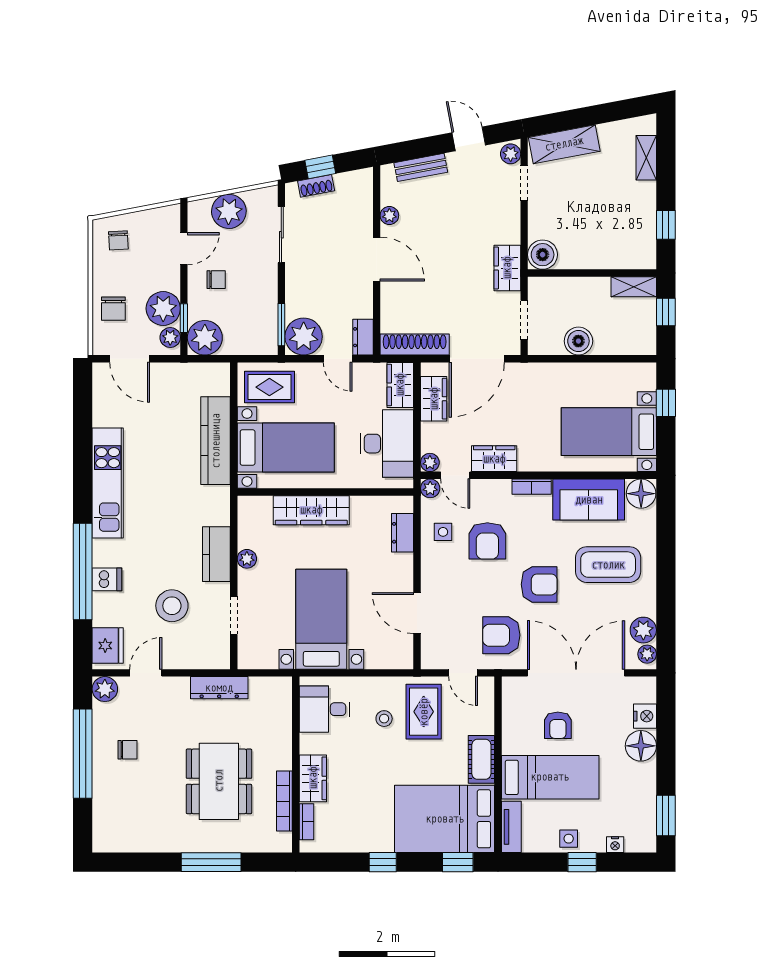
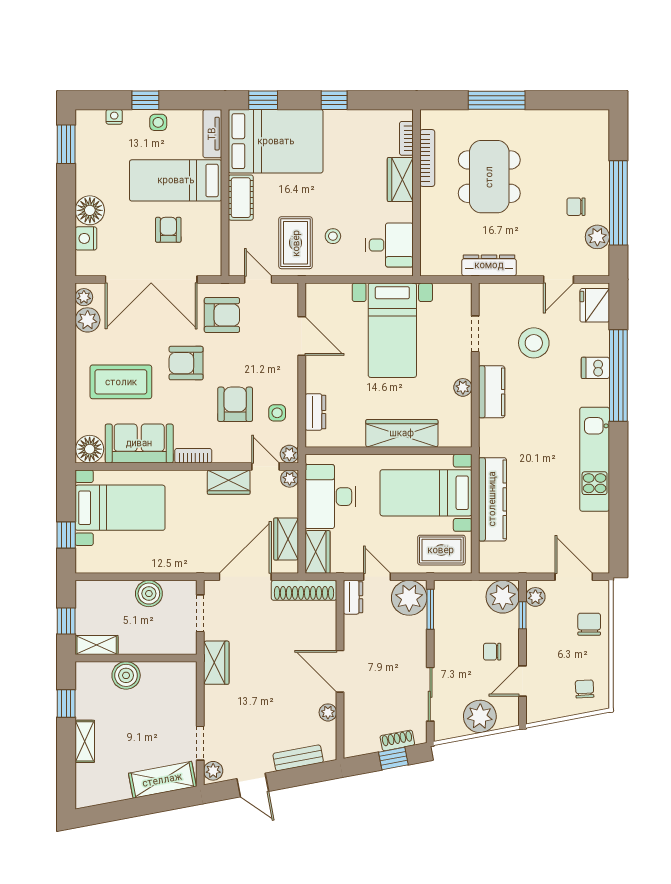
shelving: (646, 158) -> (85, 741), moved
boiler: (543, 255) -> (126, 675), moved
plant: (163, 308) -> (542, 624), removed
plant: (105, 689) -> (597, 237), moved

